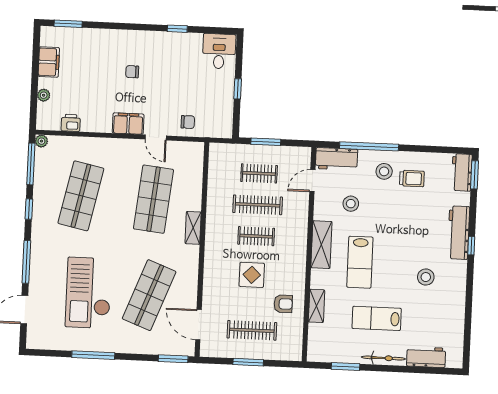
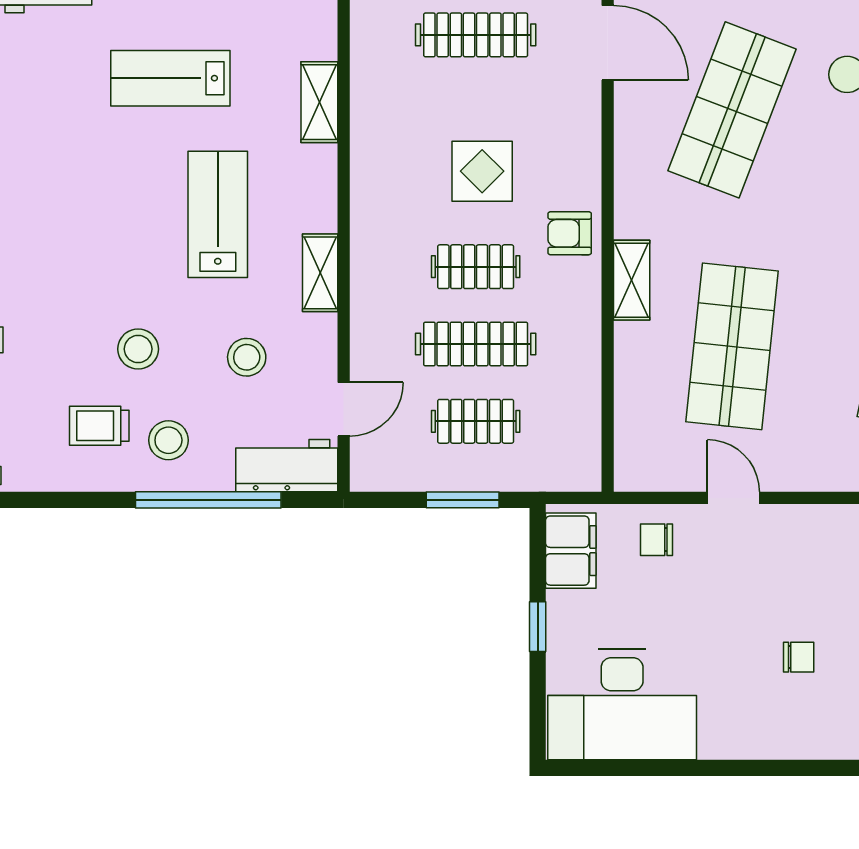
window: (177, 29) -> (693, 768), removed
desk: (219, 51) -> (622, 704), width x1.87, depth x1.30
filing cabinet: (128, 124) -> (571, 551), moved, turned -90
shelving: (321, 245) -> (320, 273), width x0.67, depth x0.75
stool: (426, 277) -> (138, 349), moved
armchair: (283, 304) -> (570, 233), moved
lab bench: (377, 318) -> (170, 78), turned 180

